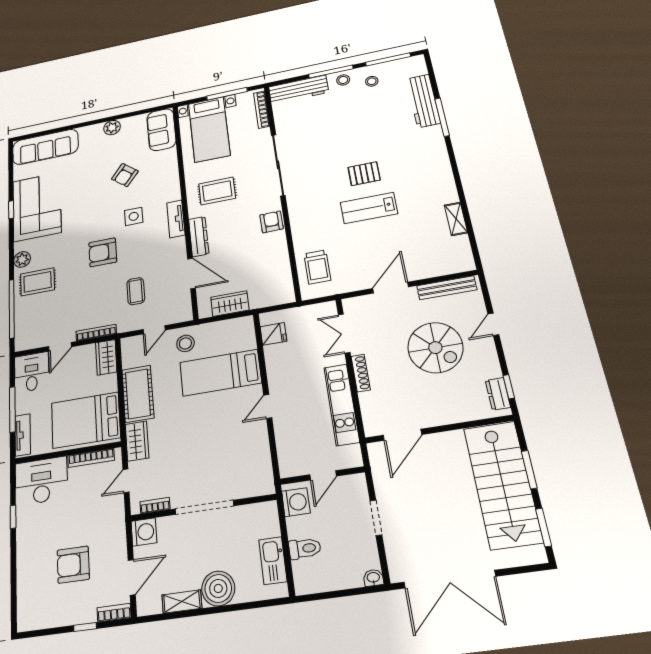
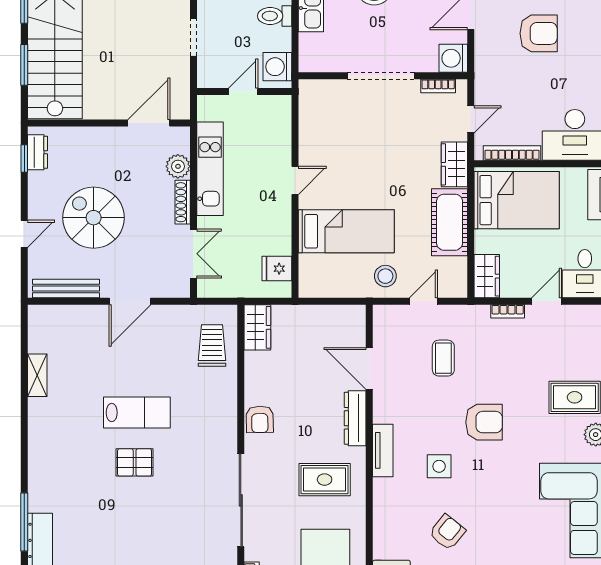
wardrobe: (230, 304) -> (257, 327), moved, turned -90
bookcase: (96, 333) -> (508, 311), width x0.64
plant: (370, 402) -> (178, 166), added

